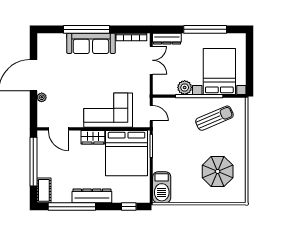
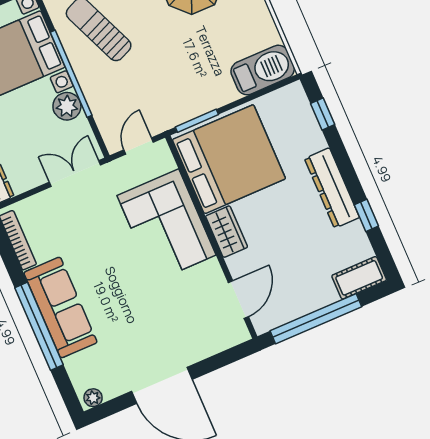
double door: (151, 60) -> (75, 173), moved
plant: (42, 97) -> (93, 398), moved
window: (72, 207) -> (366, 215), width x0.32

